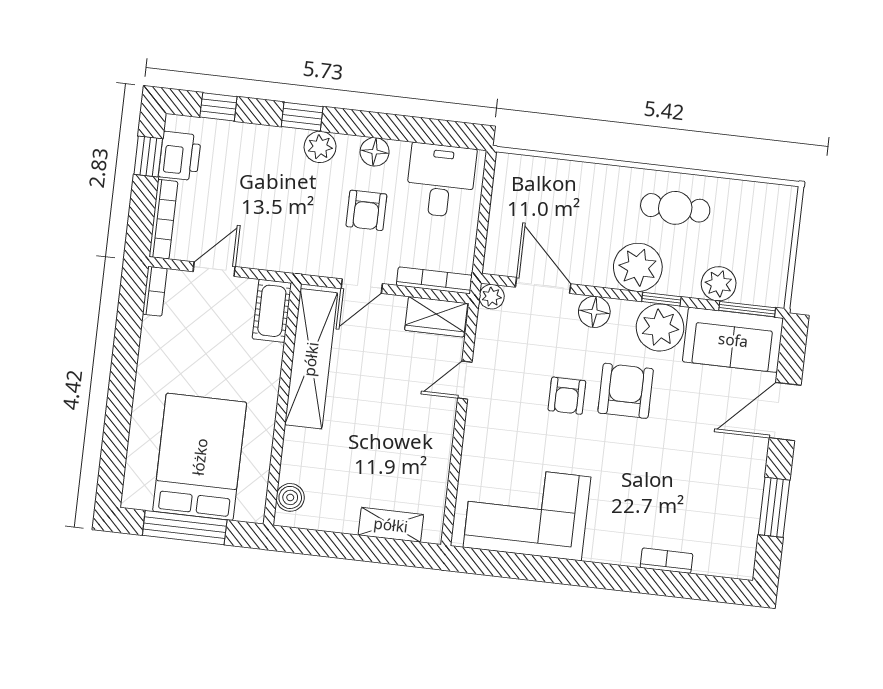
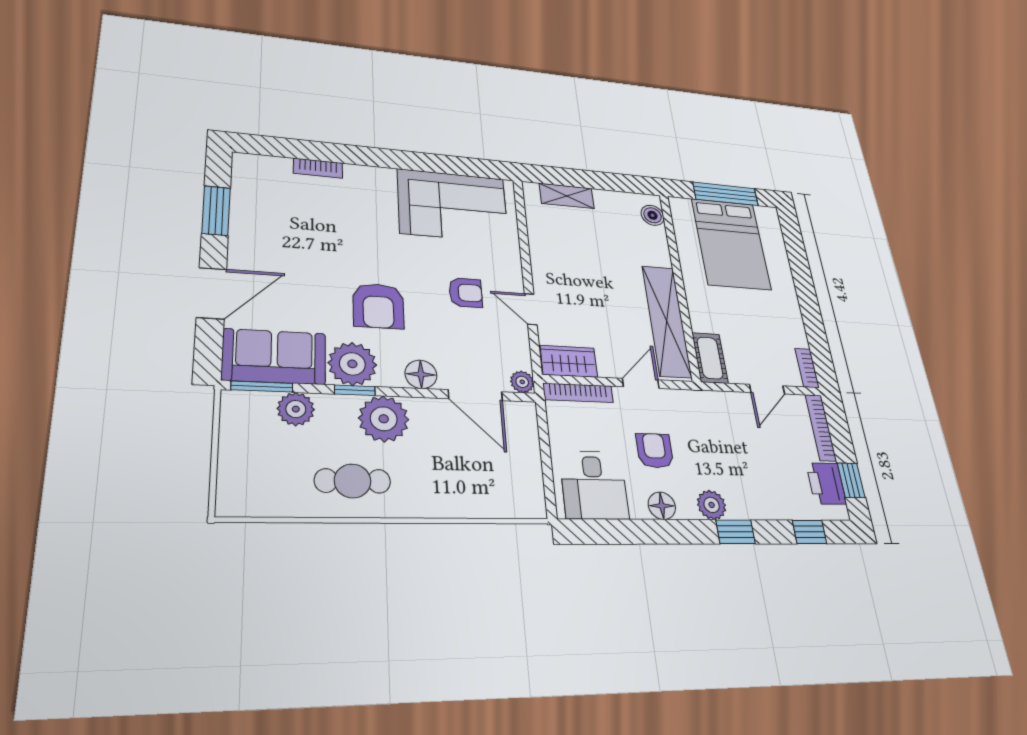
door: (465, 380) -> (531, 309), swing flipped
armchair: (567, 396) -> (466, 293), moved, turned 90

